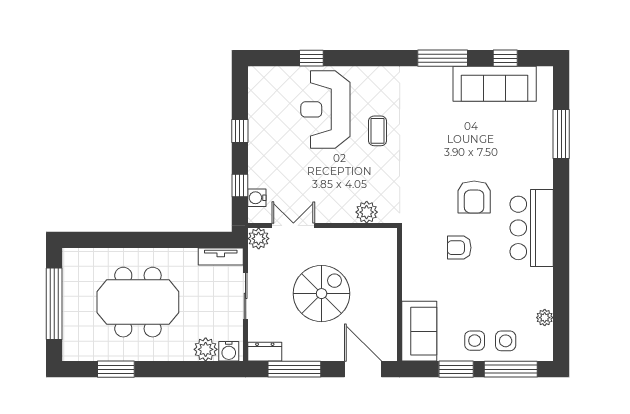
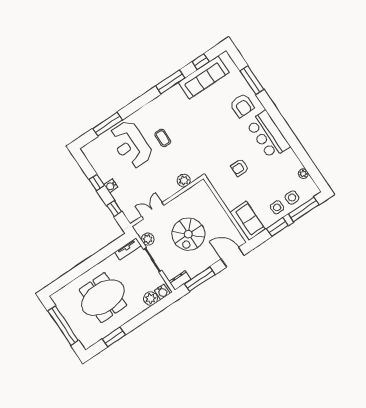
window: (311, 58) -> (107, 124), width x2.17
armchair: (474, 197) -> (242, 106), moved
water cooler: (257, 198) -> (111, 186), moved
plant: (259, 239) -> (148, 239), moved
spiral stairs: (322, 294) -> (188, 234), turned 180

